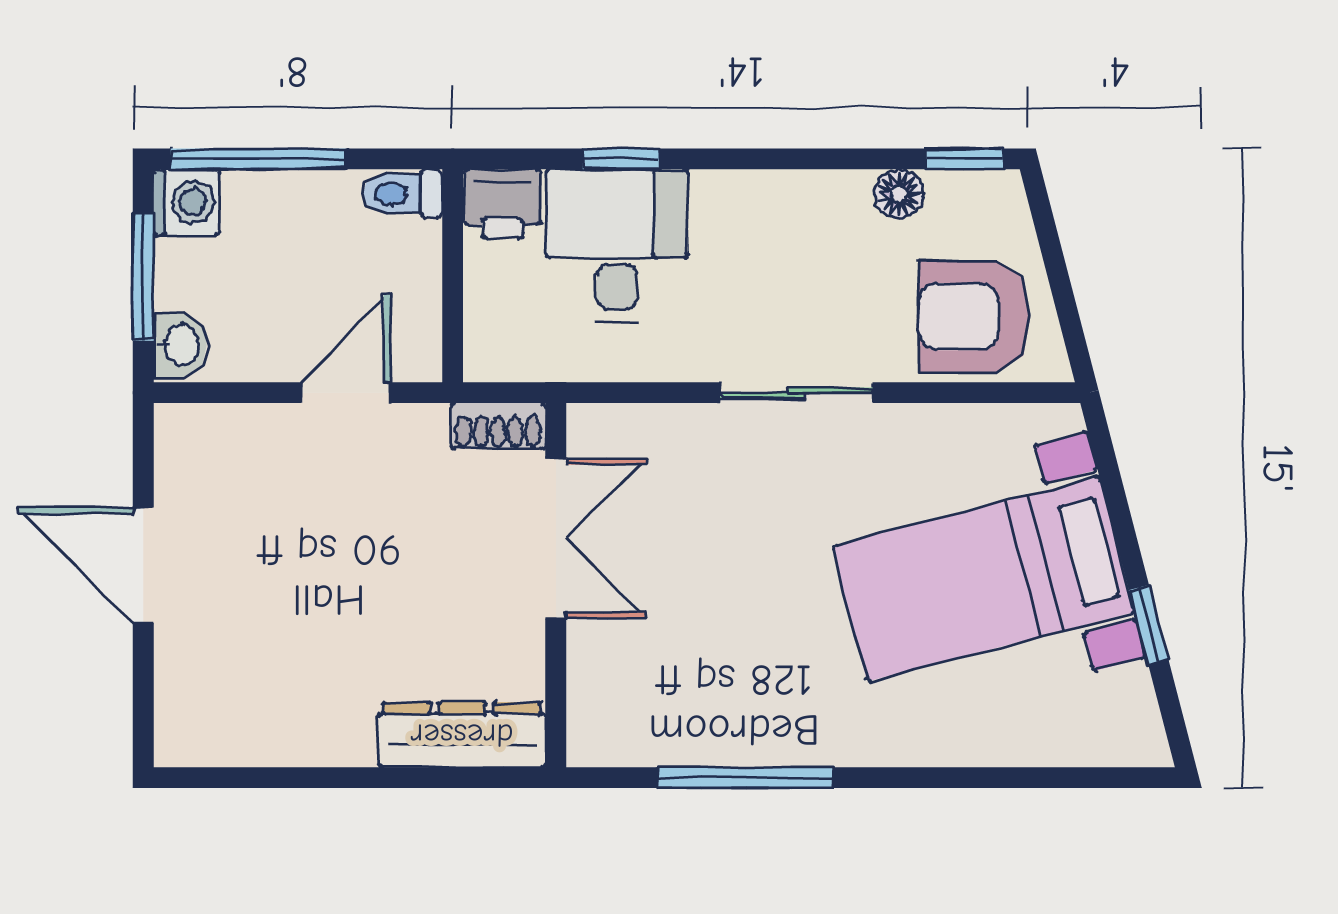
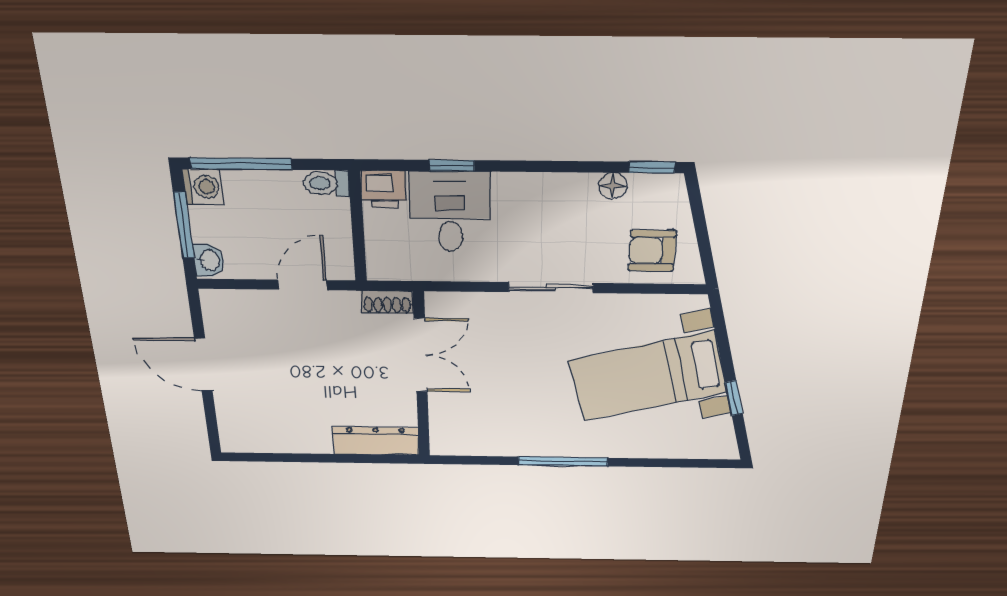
armchair: (974, 317) -> (652, 251), width x0.72, depth x0.72
window: (746, 778) -> (563, 461), moved

